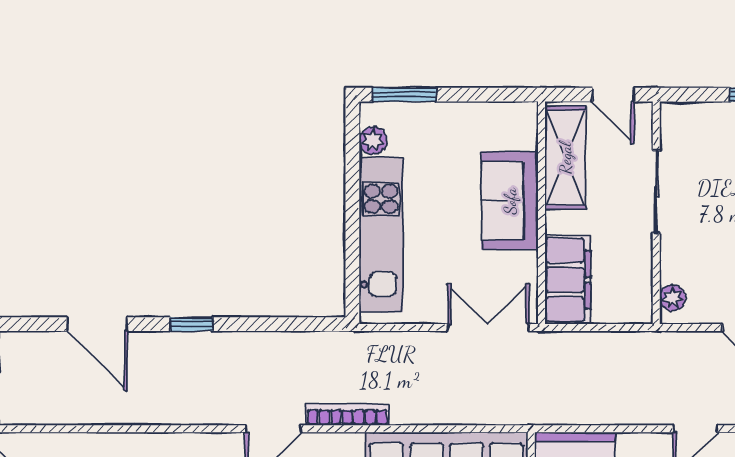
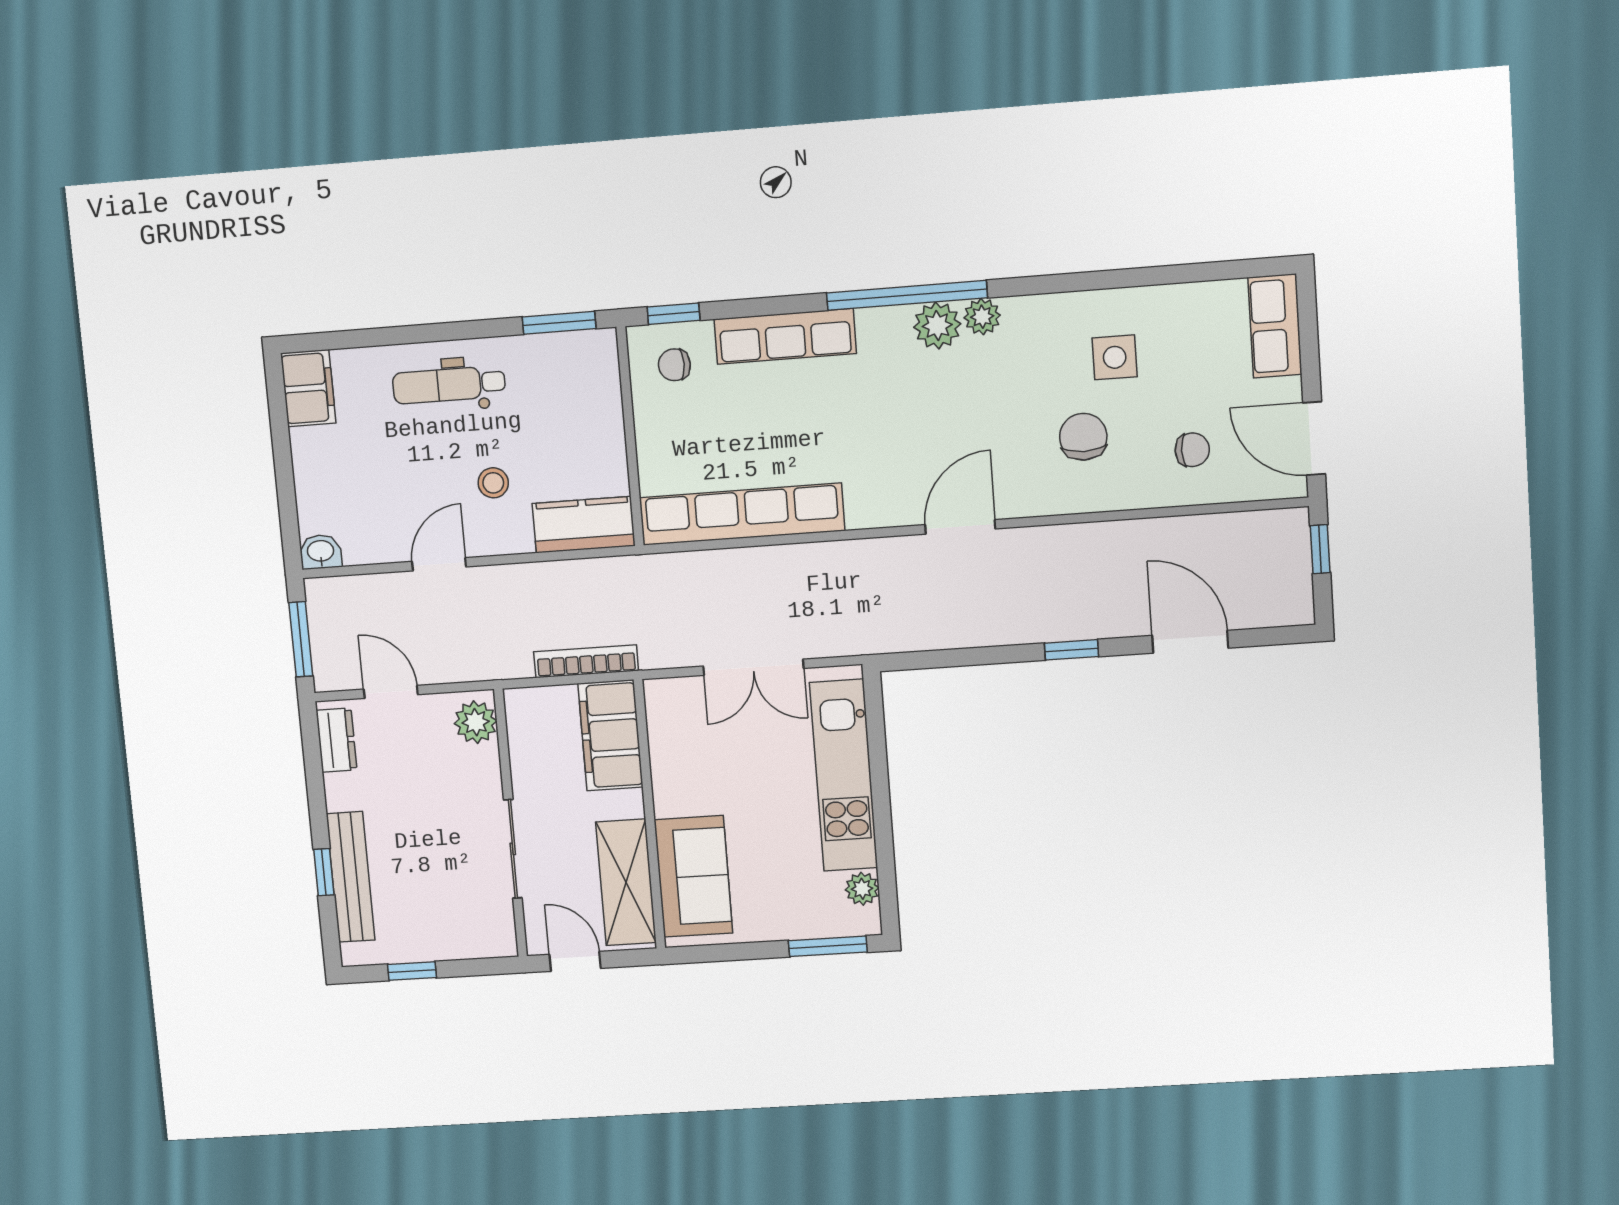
sofa: (510, 201) -> (693, 876), moved
plant: (672, 298) -> (476, 722), width x1.38, depth x1.38
double door: (488, 327) -> (753, 667), moved
bookcase: (347, 415) -> (586, 661), moved, turned 180

